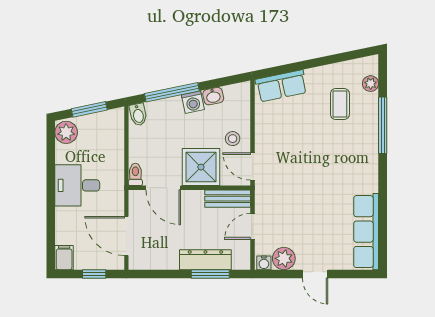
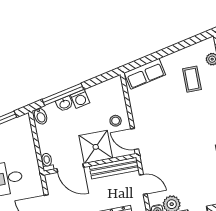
washbasin: (213, 96) -> (65, 104), moved
bench: (228, 199) -> (114, 168), width x1.36
door: (252, 226) -> (143, 184), swing flipped

